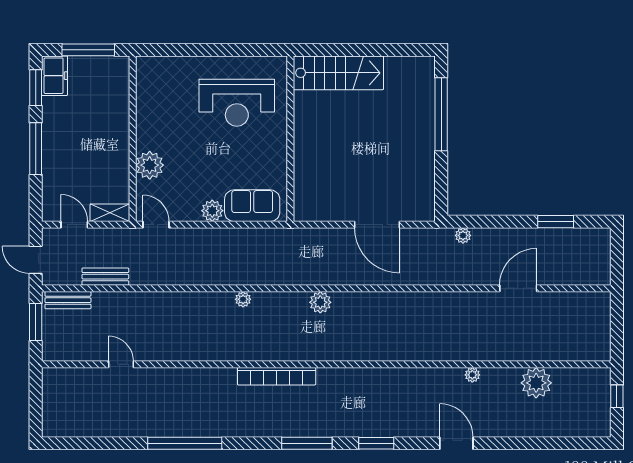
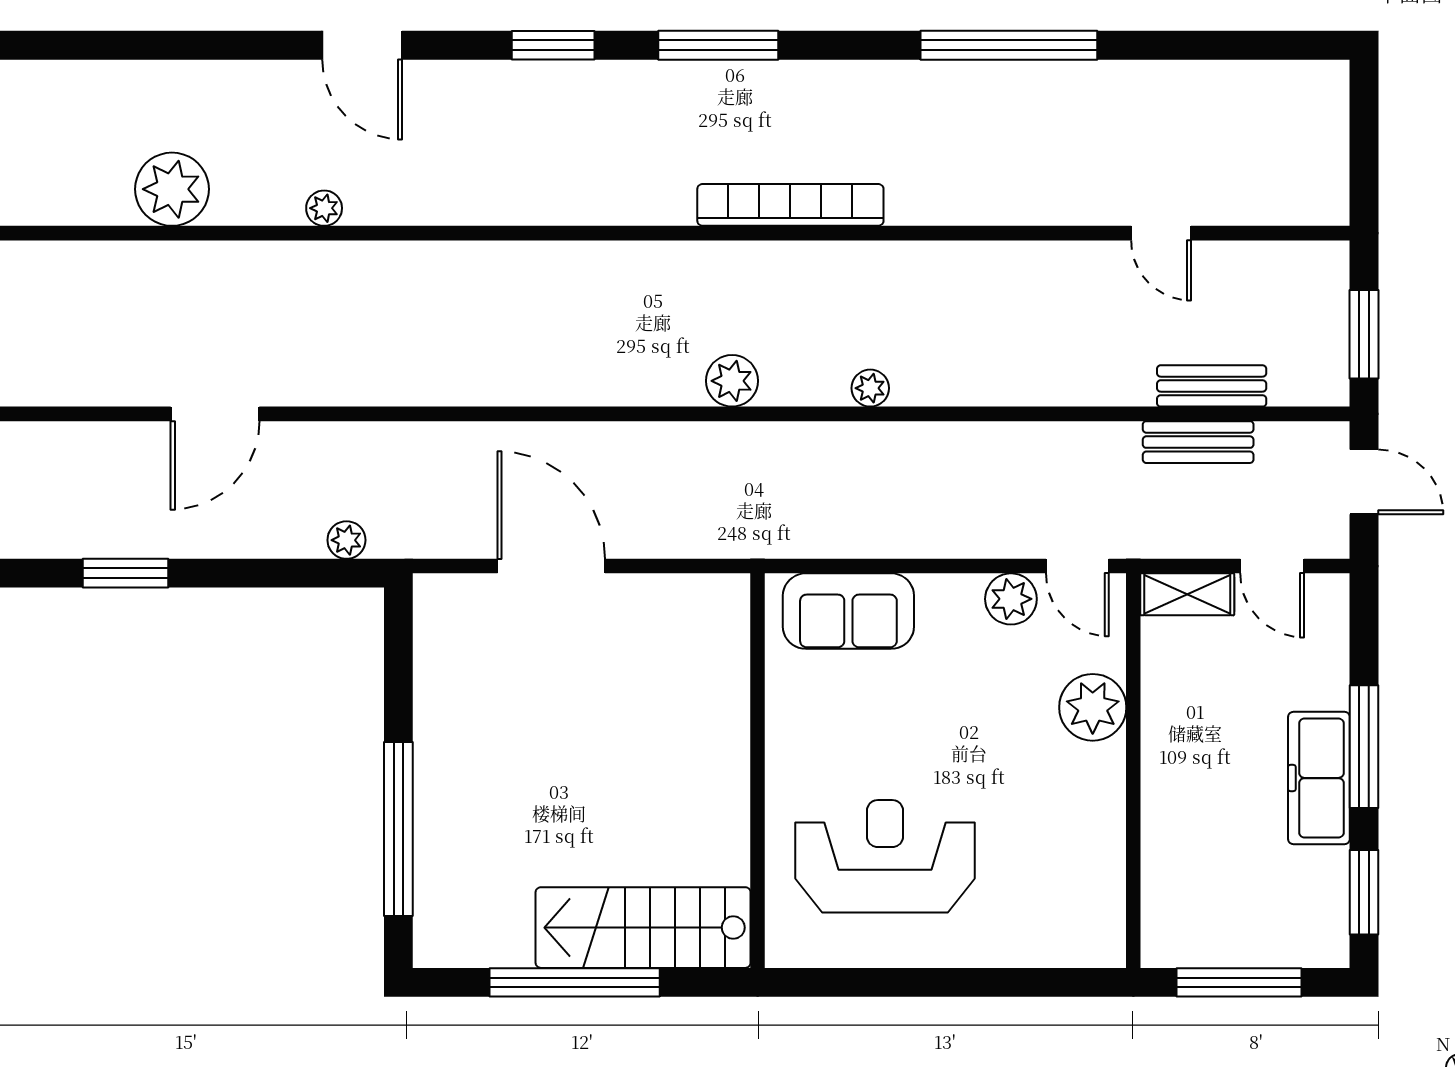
window: (367, 50) -> (575, 982), added
freezer: (55, 76) -> (1319, 778), moved, width x1.40
plant: (212, 211) -> (1011, 599), moved
bench: (68, 300) -> (1212, 386), moved
plant: (320, 302) -> (732, 381), moved

